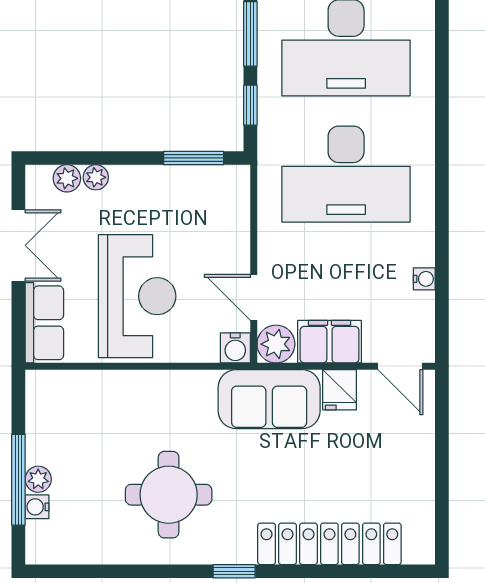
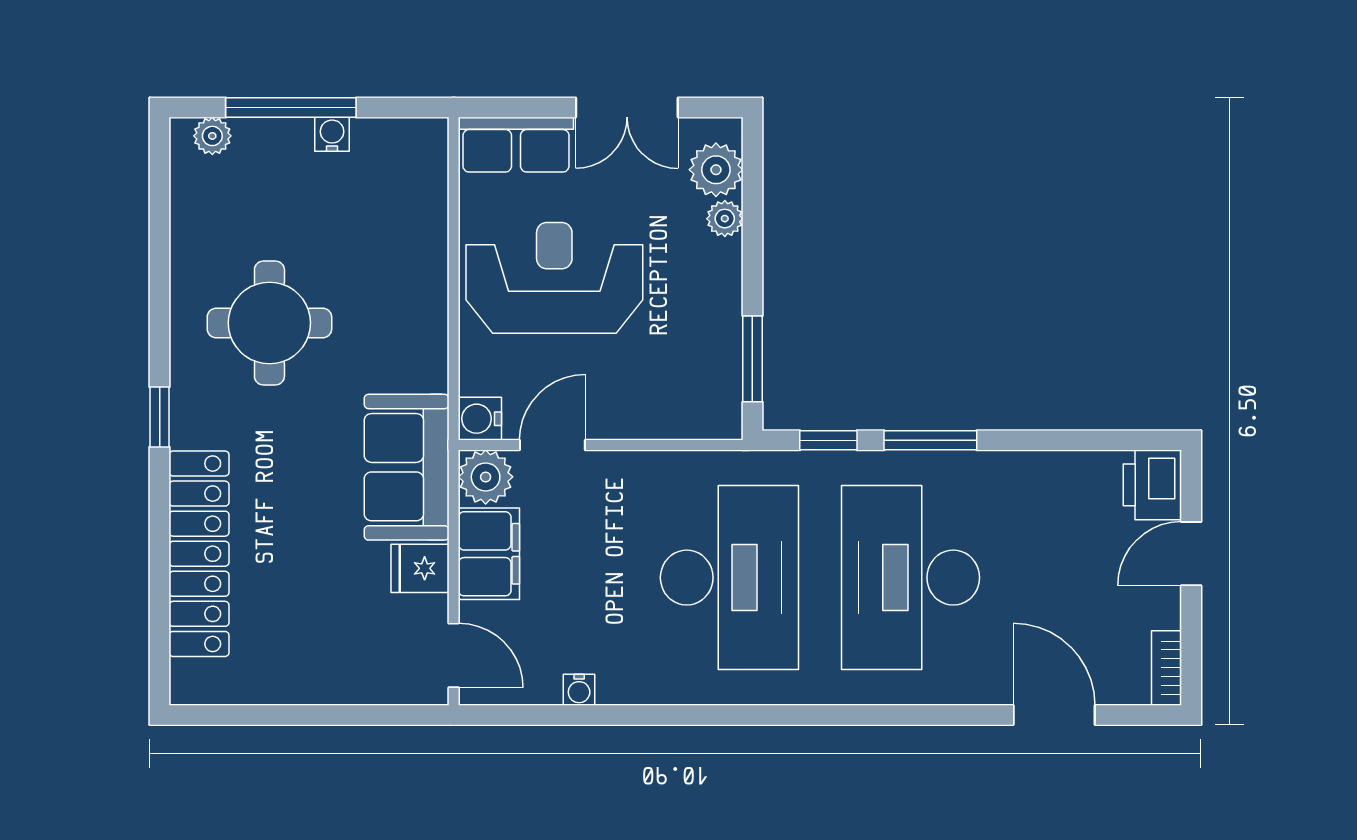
desk: (346, 174) -> (729, 578), turned 180
plant: (67, 178) -> (716, 170), width x1.38, depth x1.38
reception desk: (137, 296) -> (554, 278), turned 180
door: (400, 366) -> (454, 655), swing flipped
plant: (38, 479) -> (212, 136), moved
water cooler: (37, 507) -> (332, 134), moved

